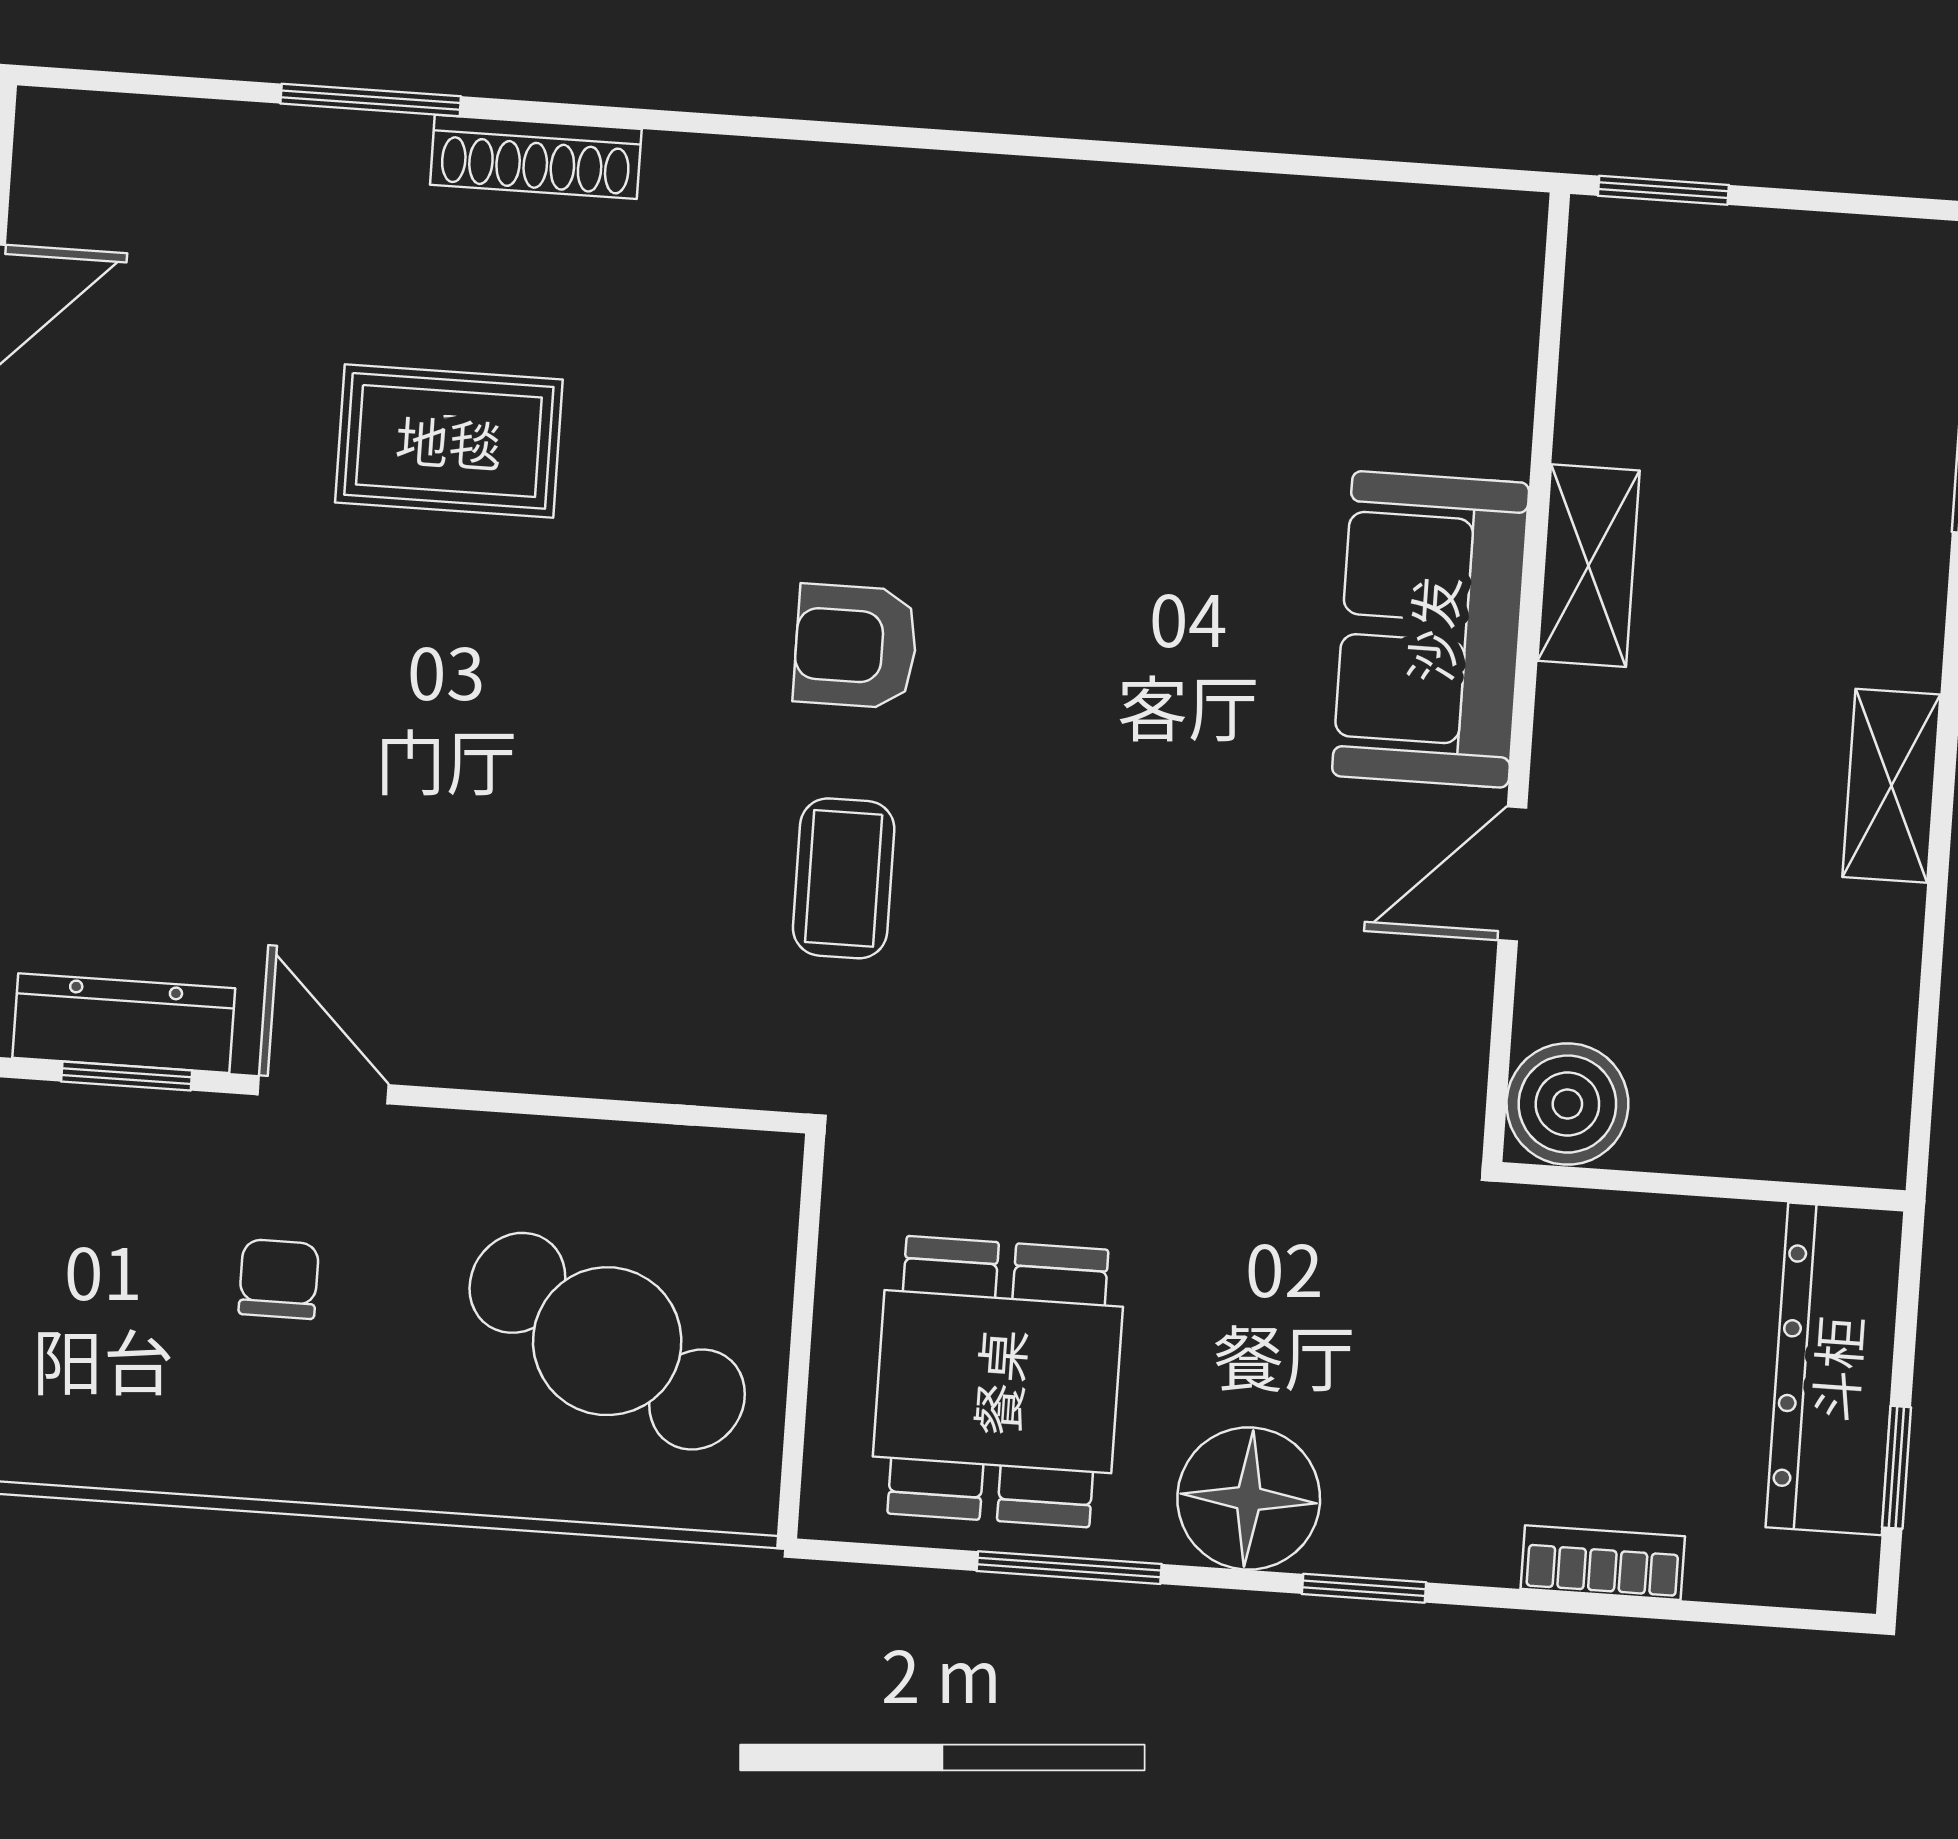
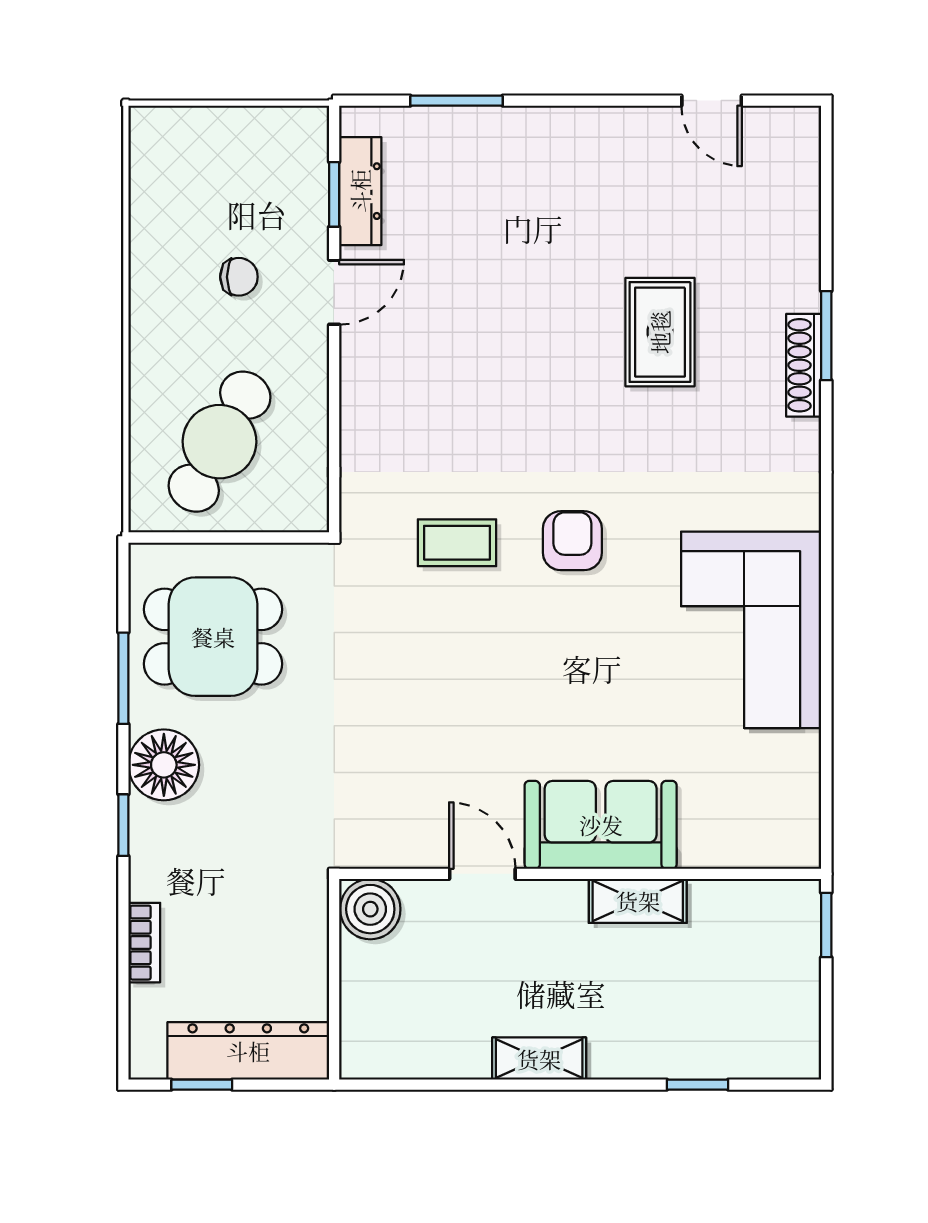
window: (371, 100) -> (826, 336), moved
corner sofa: (1060, 300) -> (751, 630), added

